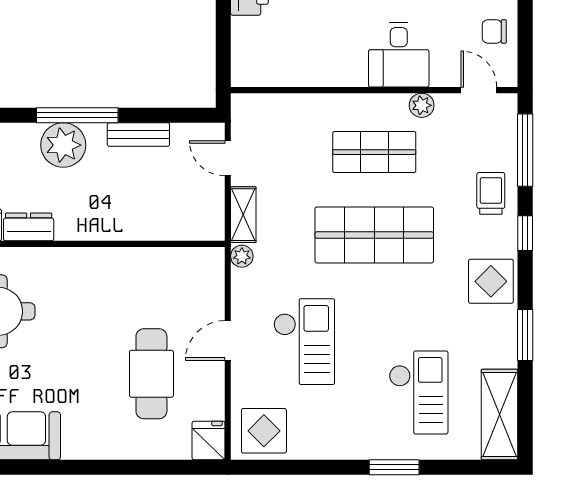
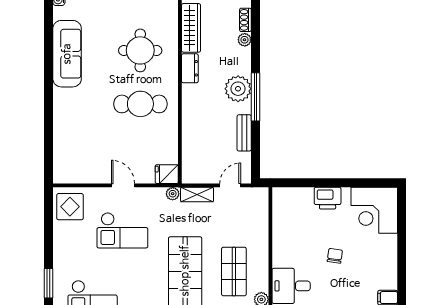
cafe table: (151, 374) -> (140, 104), moved
fridge: (209, 441) -> (167, 174), moved, turned 180

